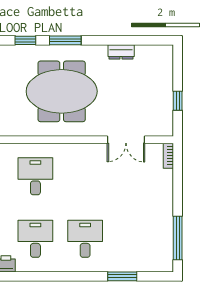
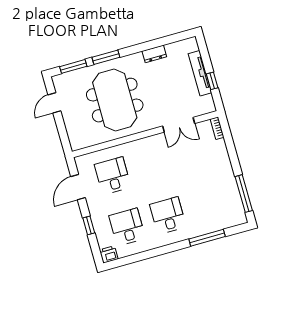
window: (25, 40) -> (73, 66), width x1.50
tv unit: (166, 88) -> (200, 73), added
meeting table: (62, 91) -> (115, 100), turned 90
window: (122, 276) -> (207, 238), width x1.44

